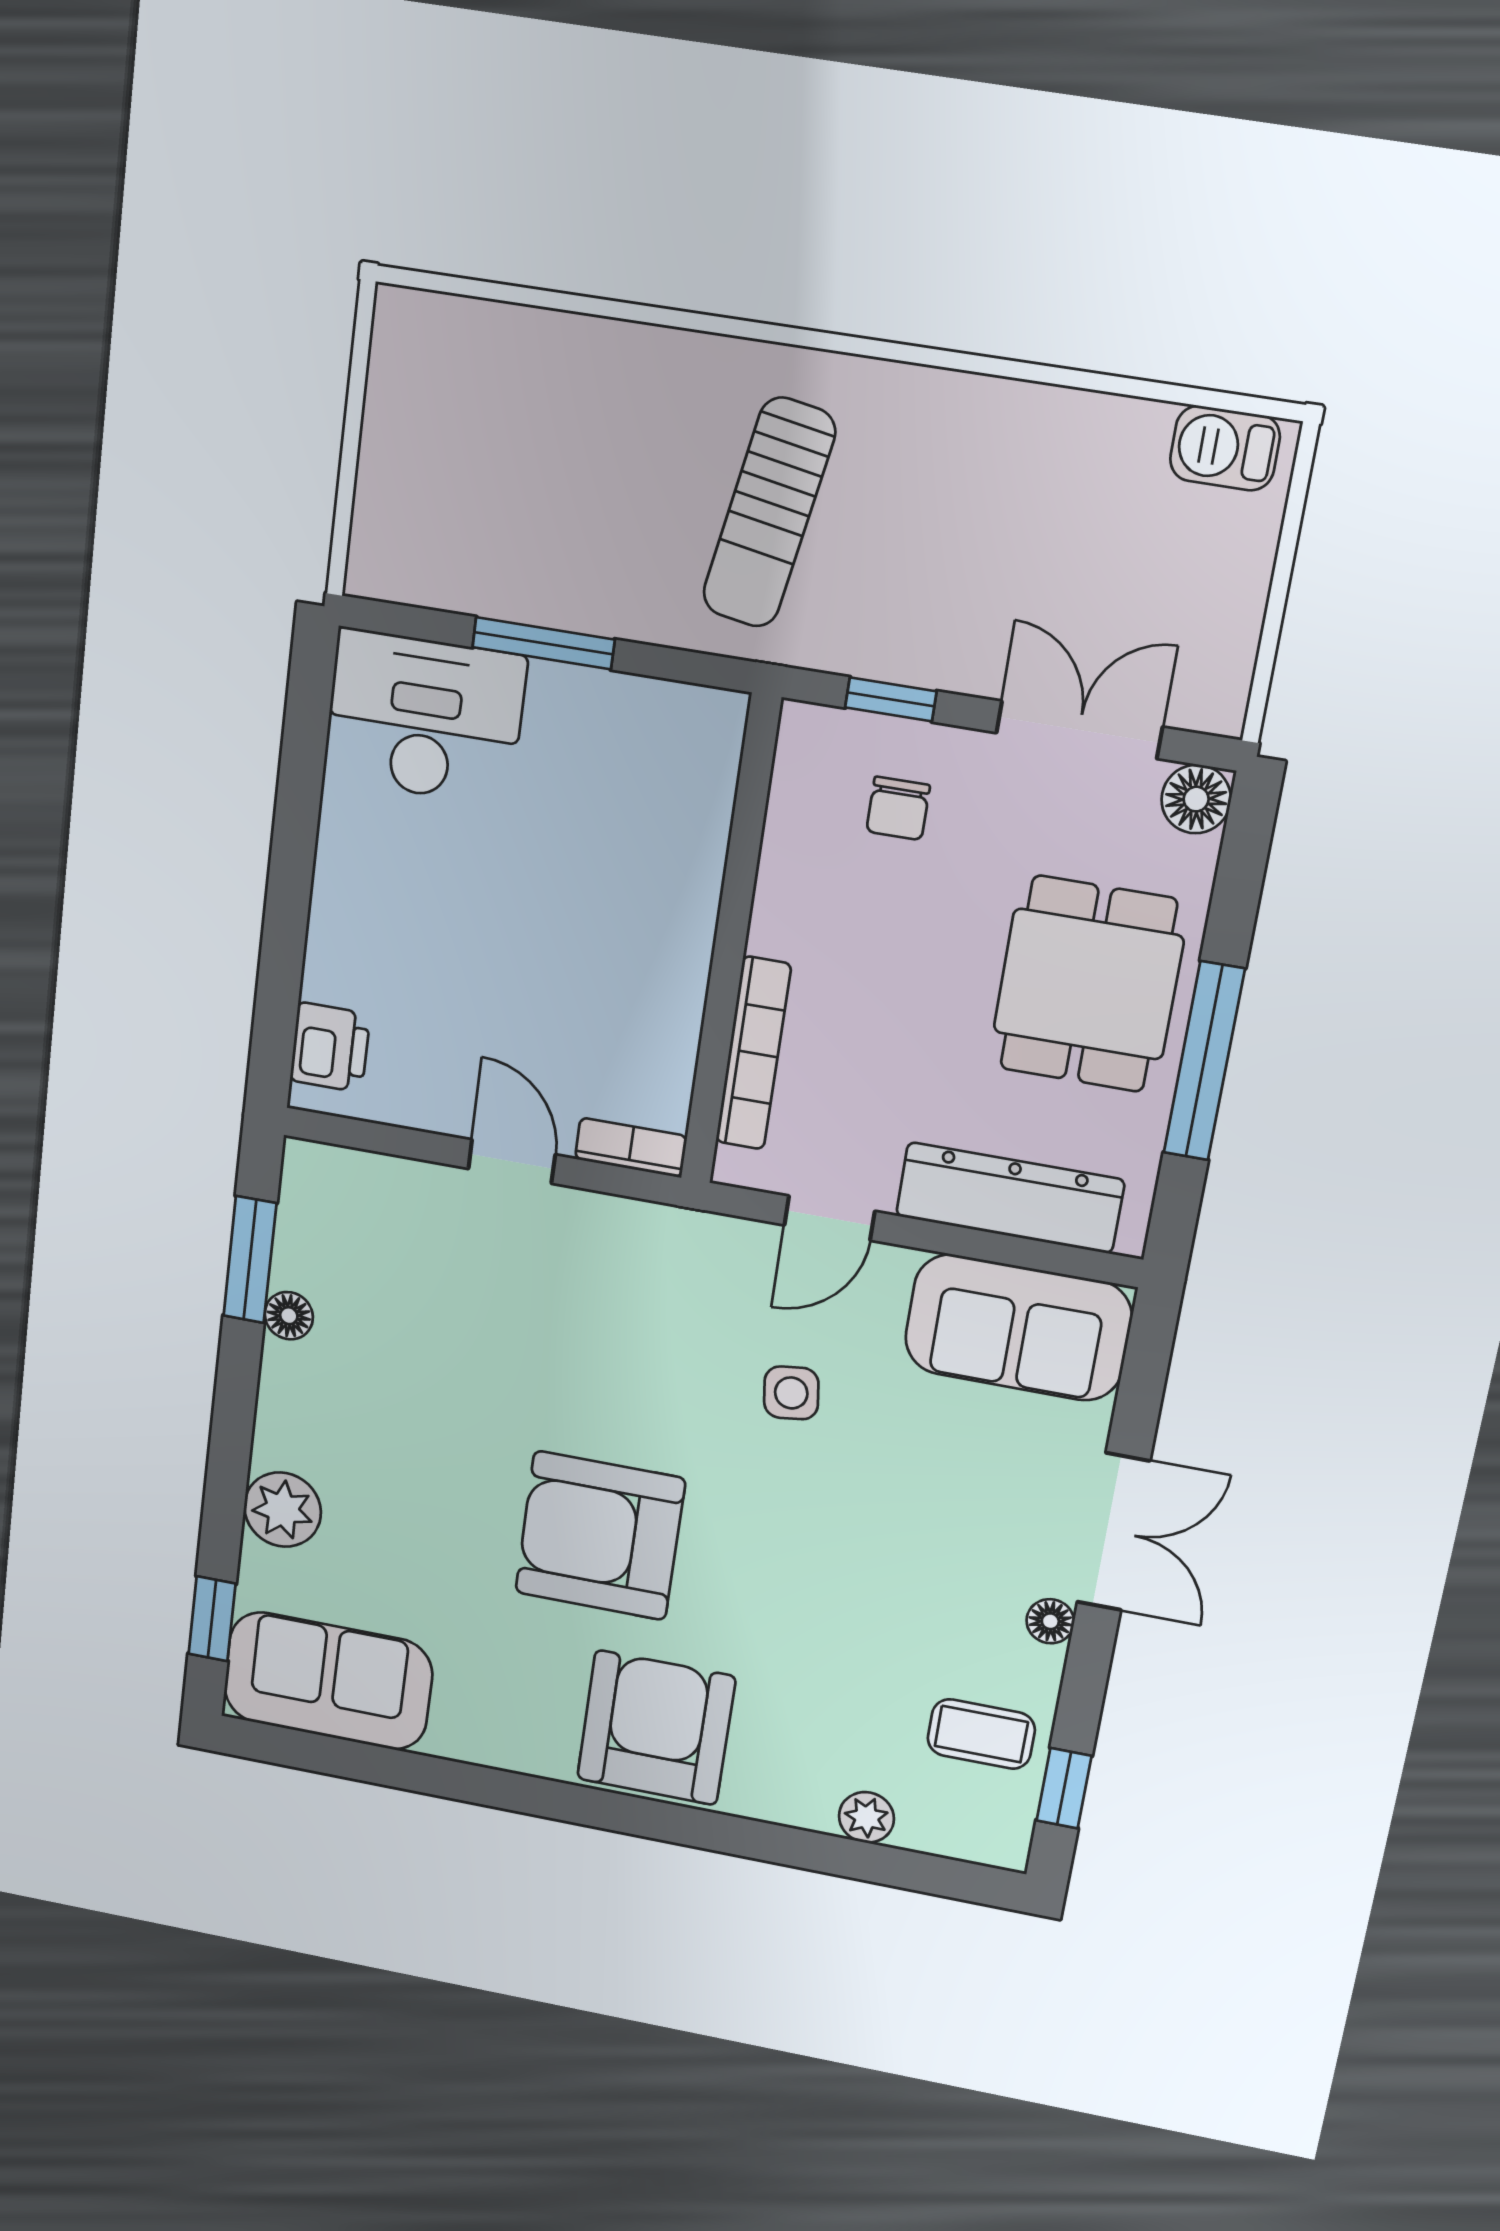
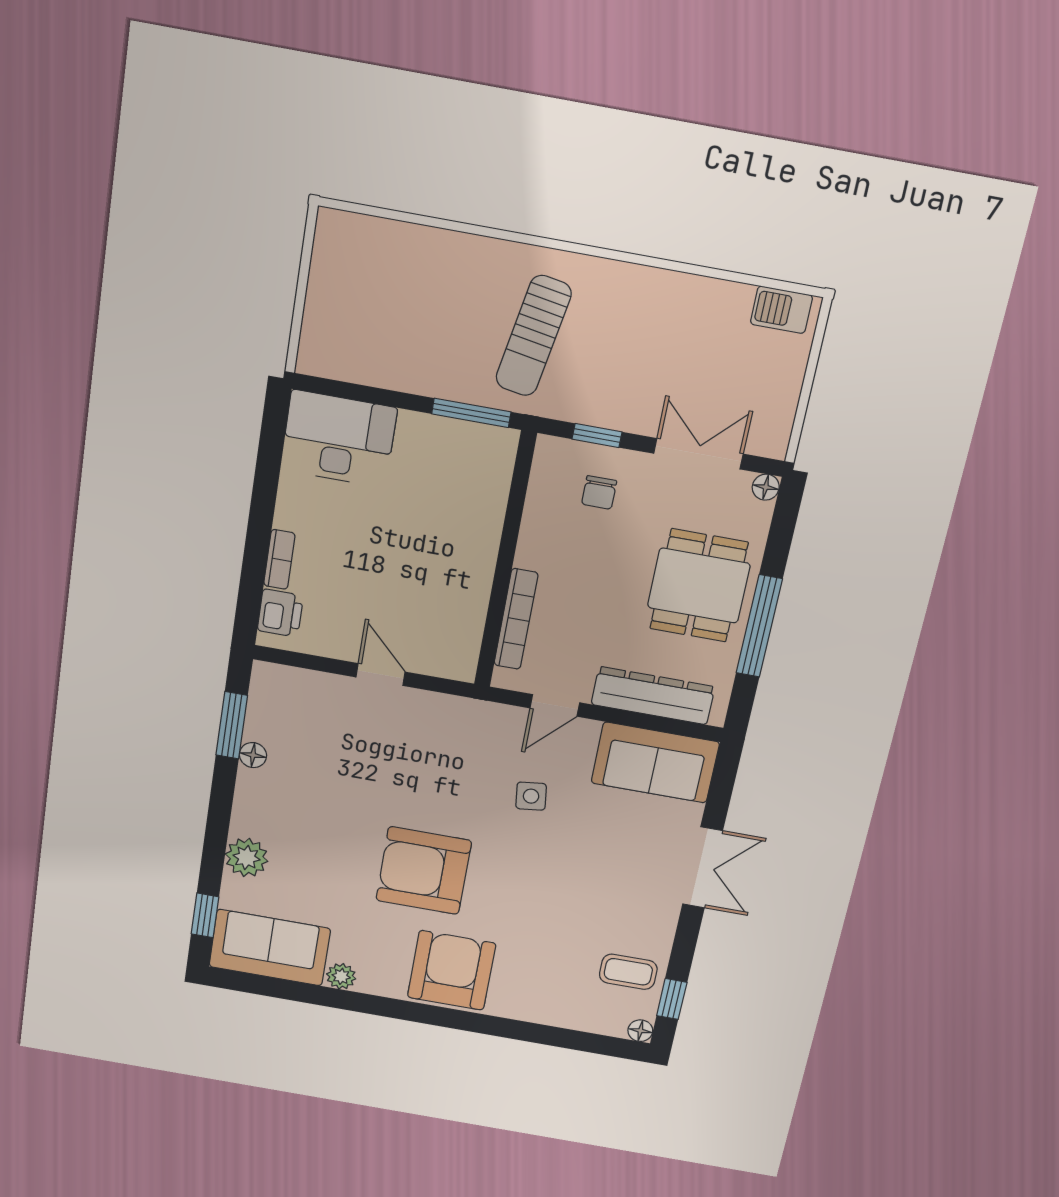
window: (544, 643) -> (471, 413), moved
floor lamp: (1196, 799) -> (766, 487), width x0.73, depth x0.73
bookcase: (631, 1147) -> (279, 559), moved, turned 90
floor lamp: (1050, 1621) -> (640, 1031), moved
plant: (866, 1817) -> (341, 976), moved

